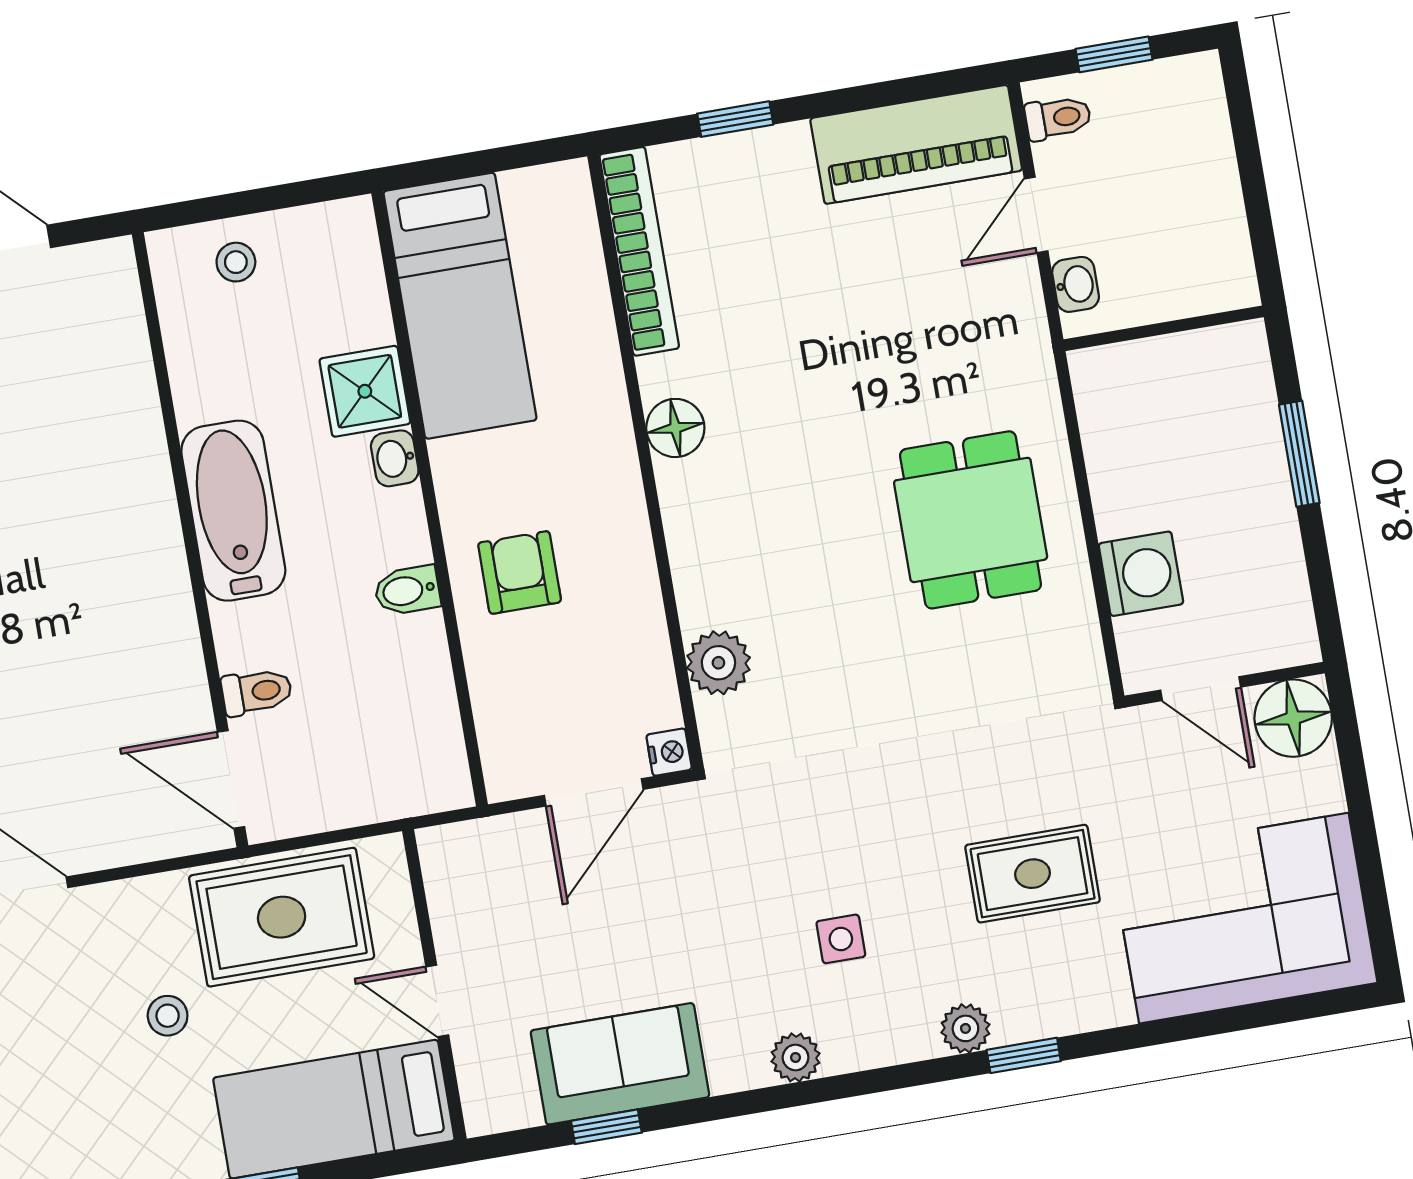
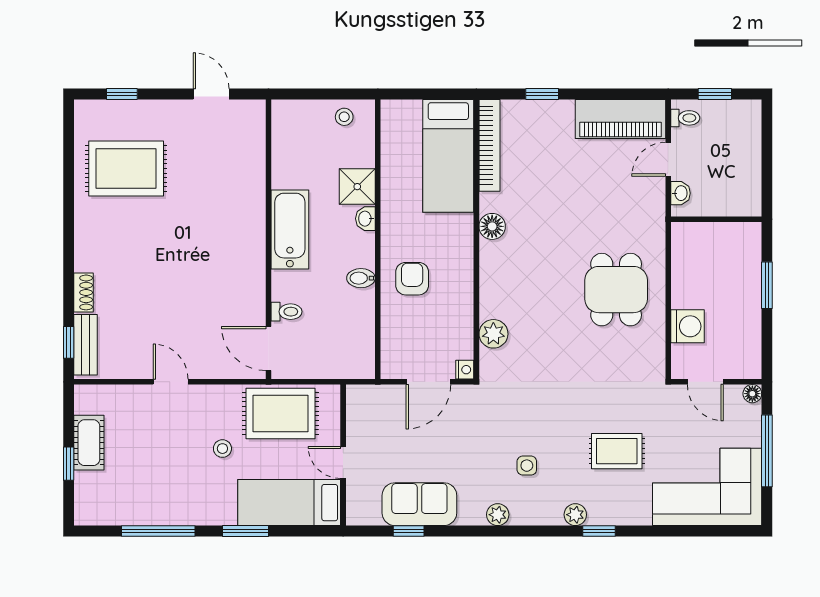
stool: (236, 262) -> (344, 117), moved
bed: (460, 306) -> (448, 156), moved
floor lamp: (1293, 718) -> (752, 394), width x0.53, depth x0.53
window: (1361, 817) -> (767, 451), added

